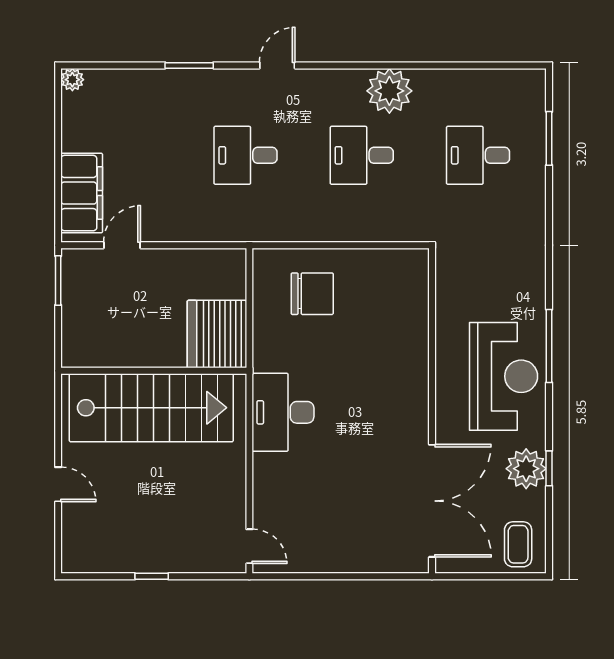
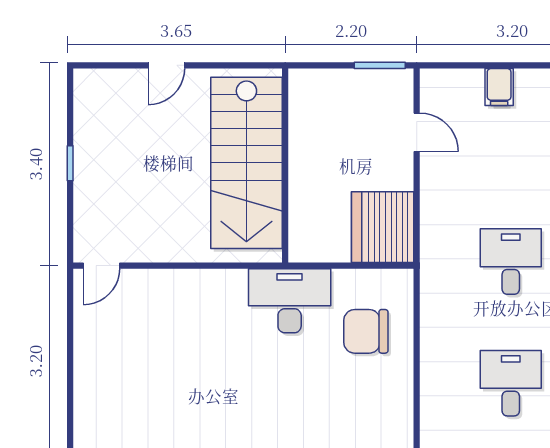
filing cabinet: (82, 193) -> (499, 87), width x0.33, depth x0.86
chair: (312, 294) -> (366, 331), turned 90
server rack: (217, 334) -> (383, 227), moved, turned -90
desk: (283, 412) -> (290, 301), moved

